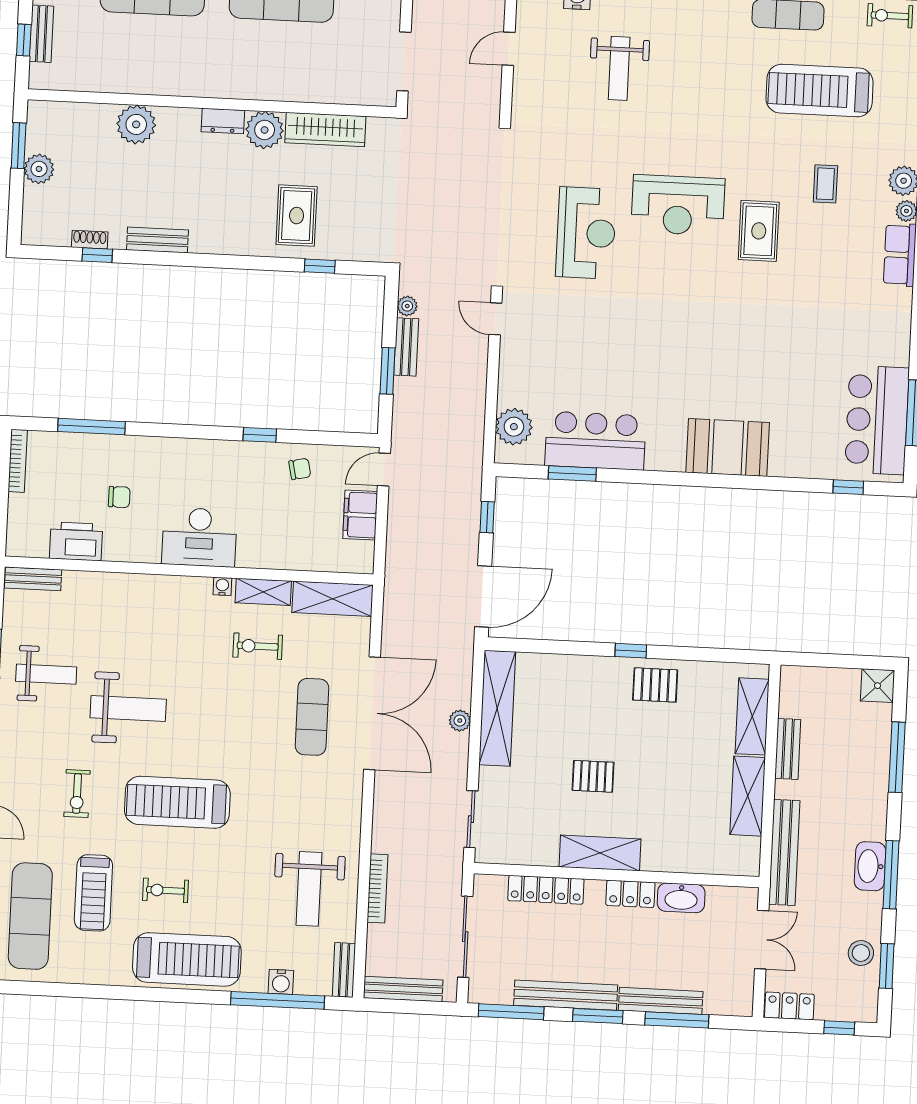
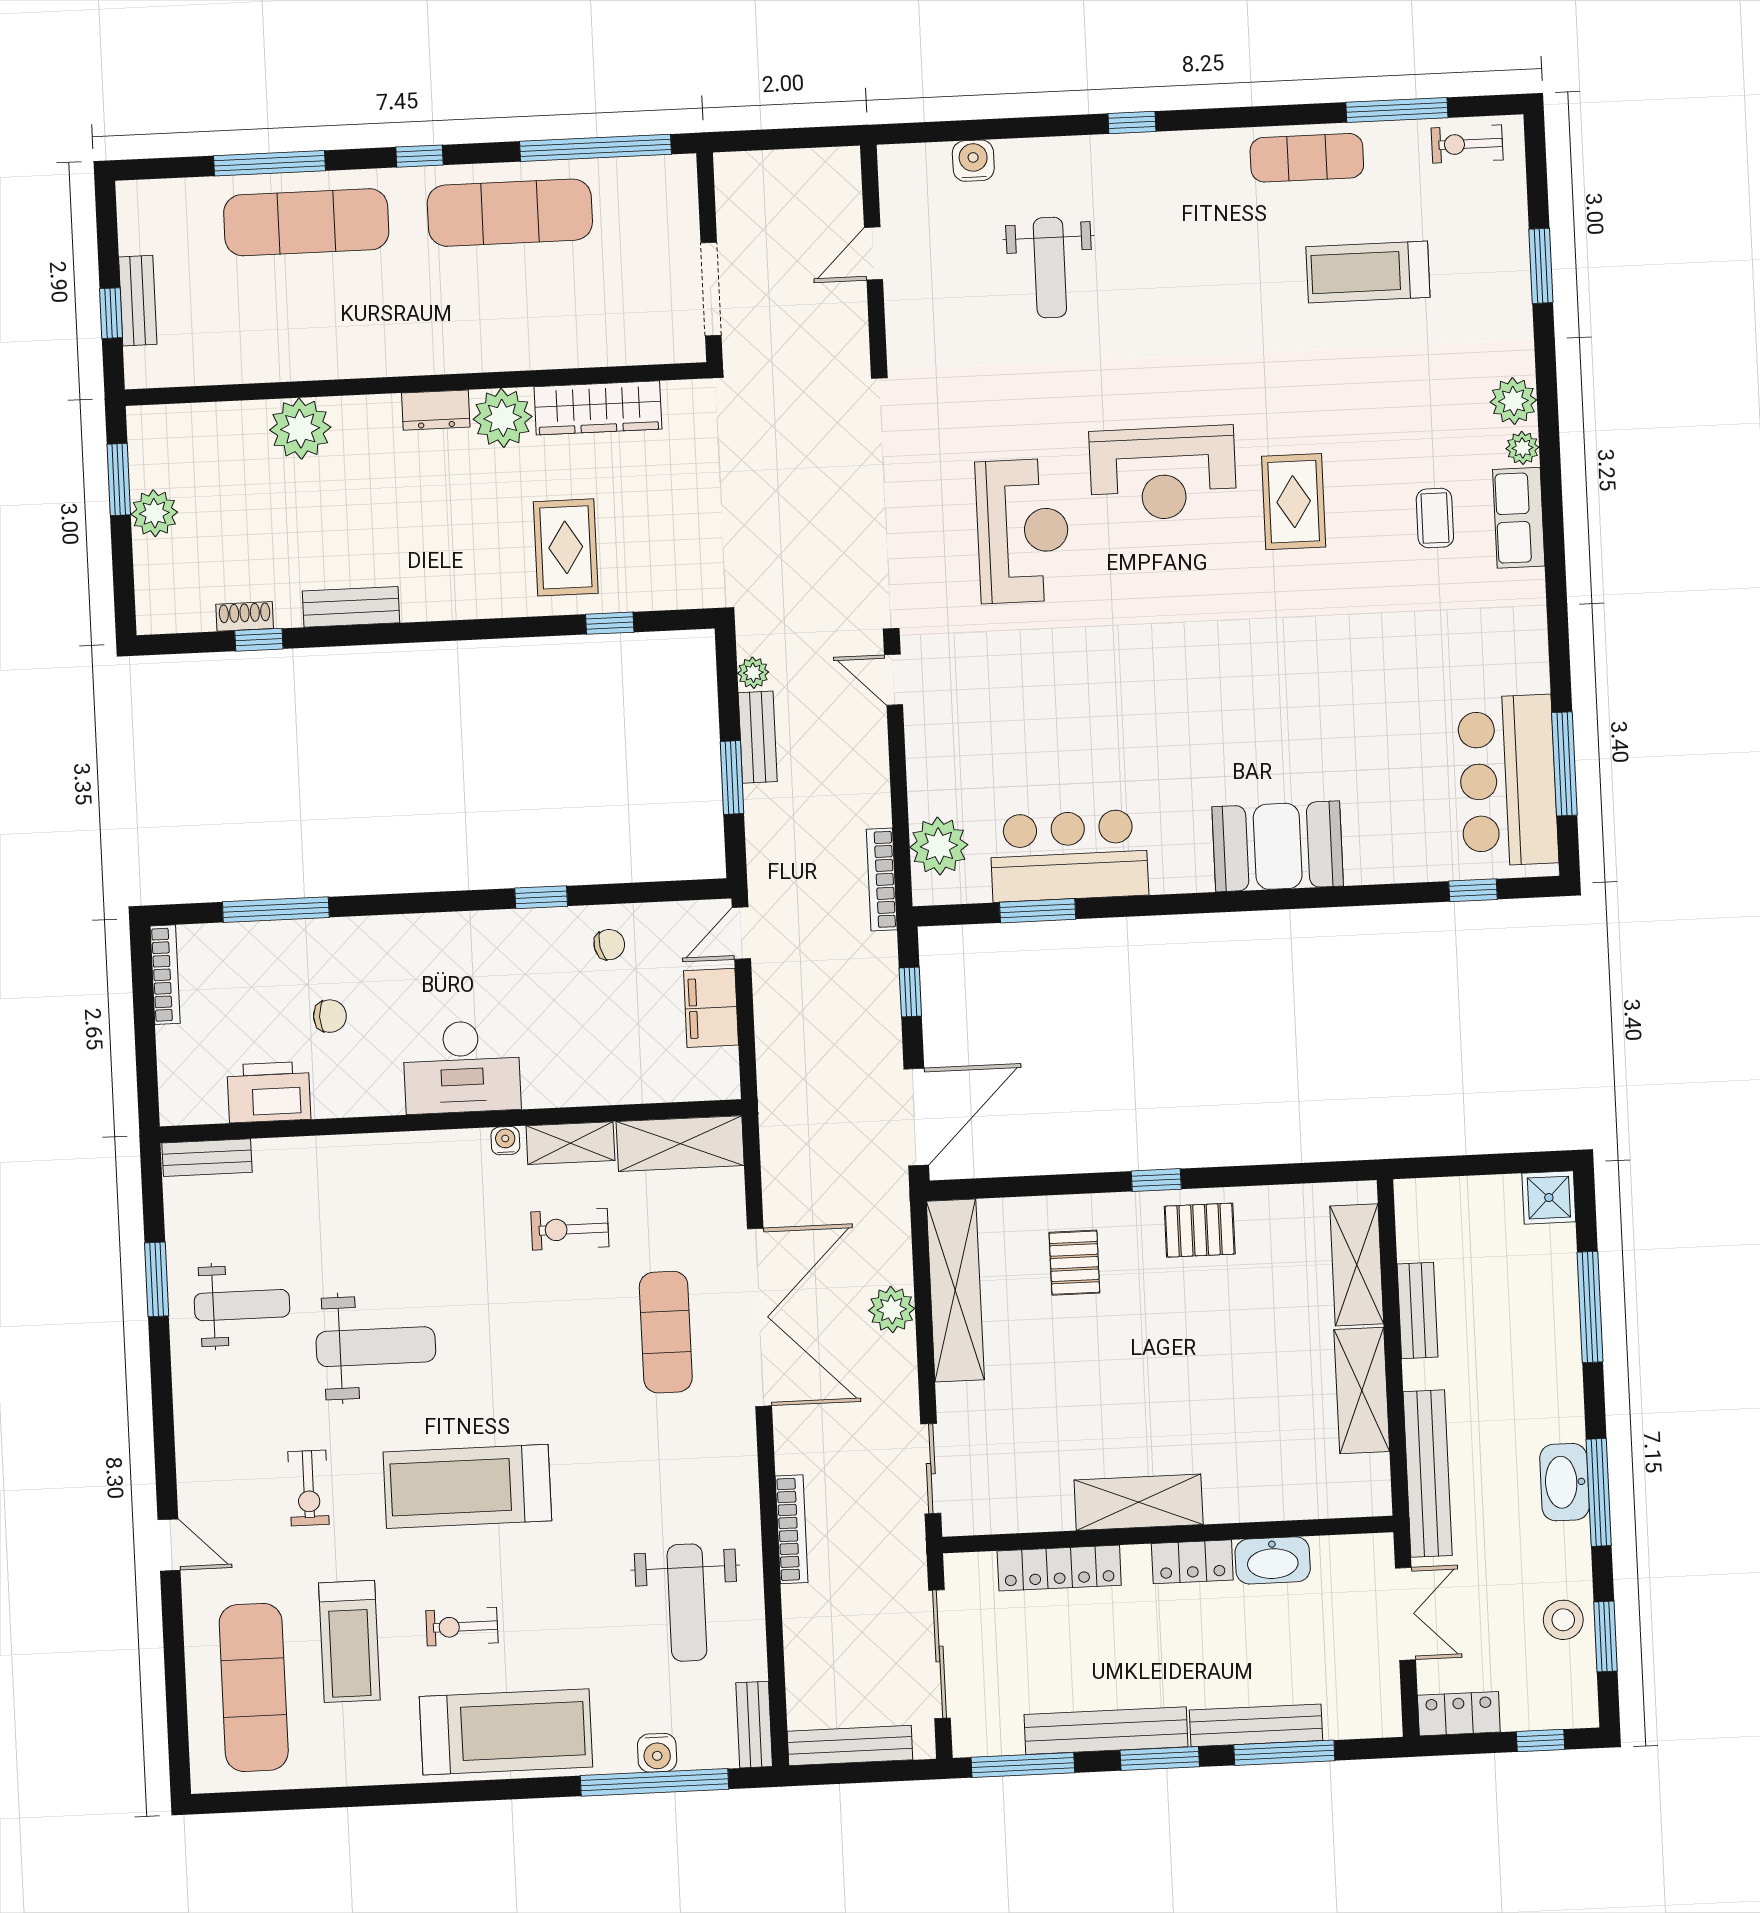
treadmill: (820, 90) -> (1368, 272), width x0.73, depth x0.73
coffee table: (825, 184) -> (1435, 518), moved
bookcase: (476, 444) -> (882, 880), added
plant: (460, 721) -> (892, 1309), width x1.38, depth x1.38
pallet: (593, 776) -> (1074, 1263), moved, turned 90
bookcase: (377, 888) -> (792, 1529), moved

